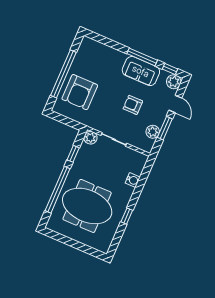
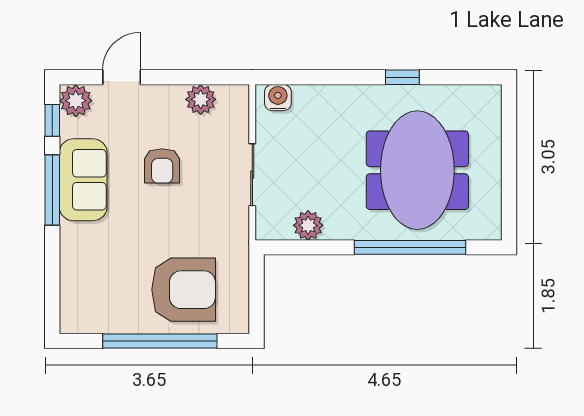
window: (165, 128) -> (182, 77), removed
plant: (91, 138) -> (308, 225), moved
window: (73, 154) -> (320, 247), removed
water cooler: (133, 180) -> (278, 98), moved

